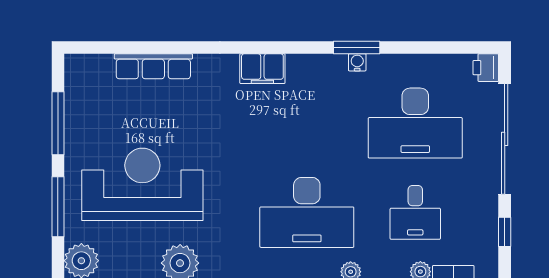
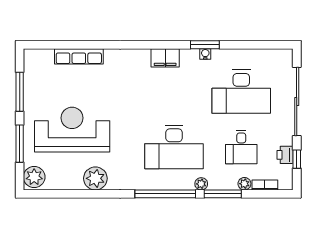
printer: (486, 68) -> (285, 155), moved
filing cabinet: (262, 69) -> (165, 58), moved

